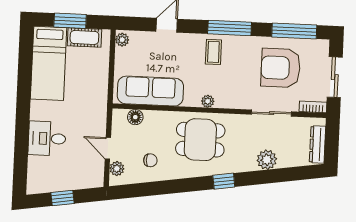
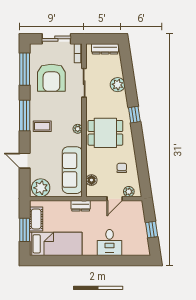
plant: (122, 40) -> (41, 188), width x1.88, depth x1.88
dresser: (100, 101) -> (81, 206), added
dining table: (200, 140) -> (105, 133), turned 90

